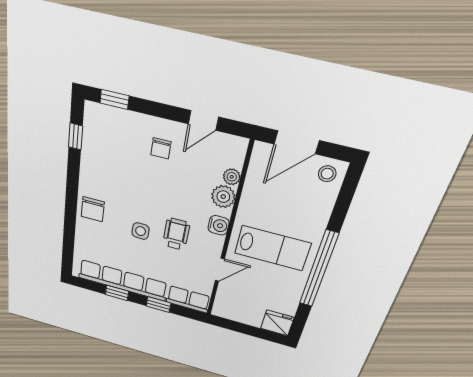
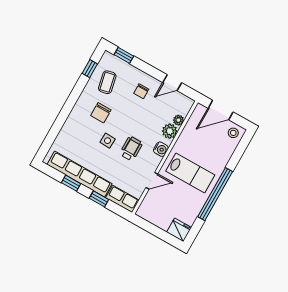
coffee table: (107, 149) -> (107, 82), added
chair: (93, 209) -> (101, 113), moved

